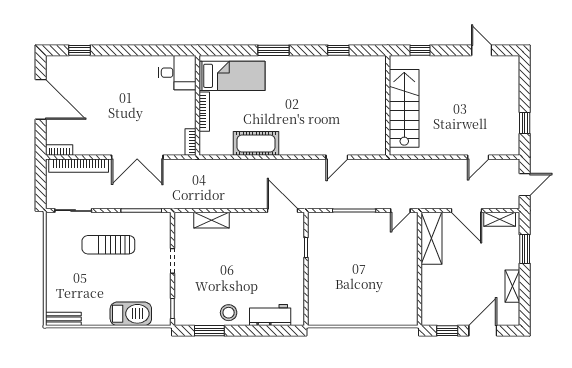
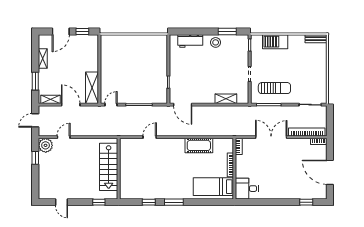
window: (274, 50) -> (174, 202), moved
plant: (508, 144) -> (46, 145), added
sun lounger: (108, 245) -> (274, 88), moved

